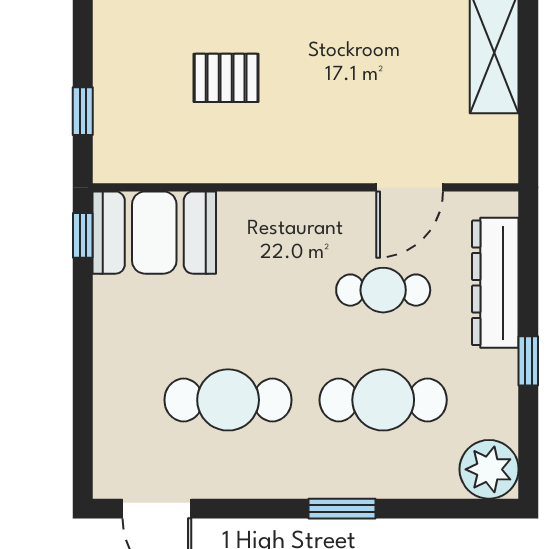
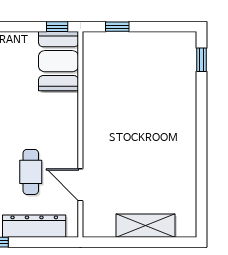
pallet: (226, 78) -> (133, 96), removed

